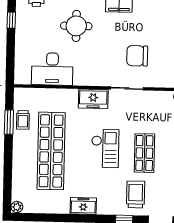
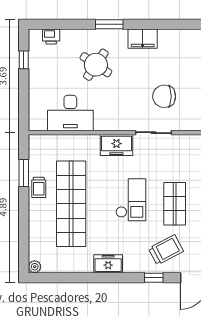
round table: (76, 26) -> (96, 65), turned 34
trolley: (23, 120) -> (39, 187), moved
trolley: (136, 194) -> (166, 250), turned 62

